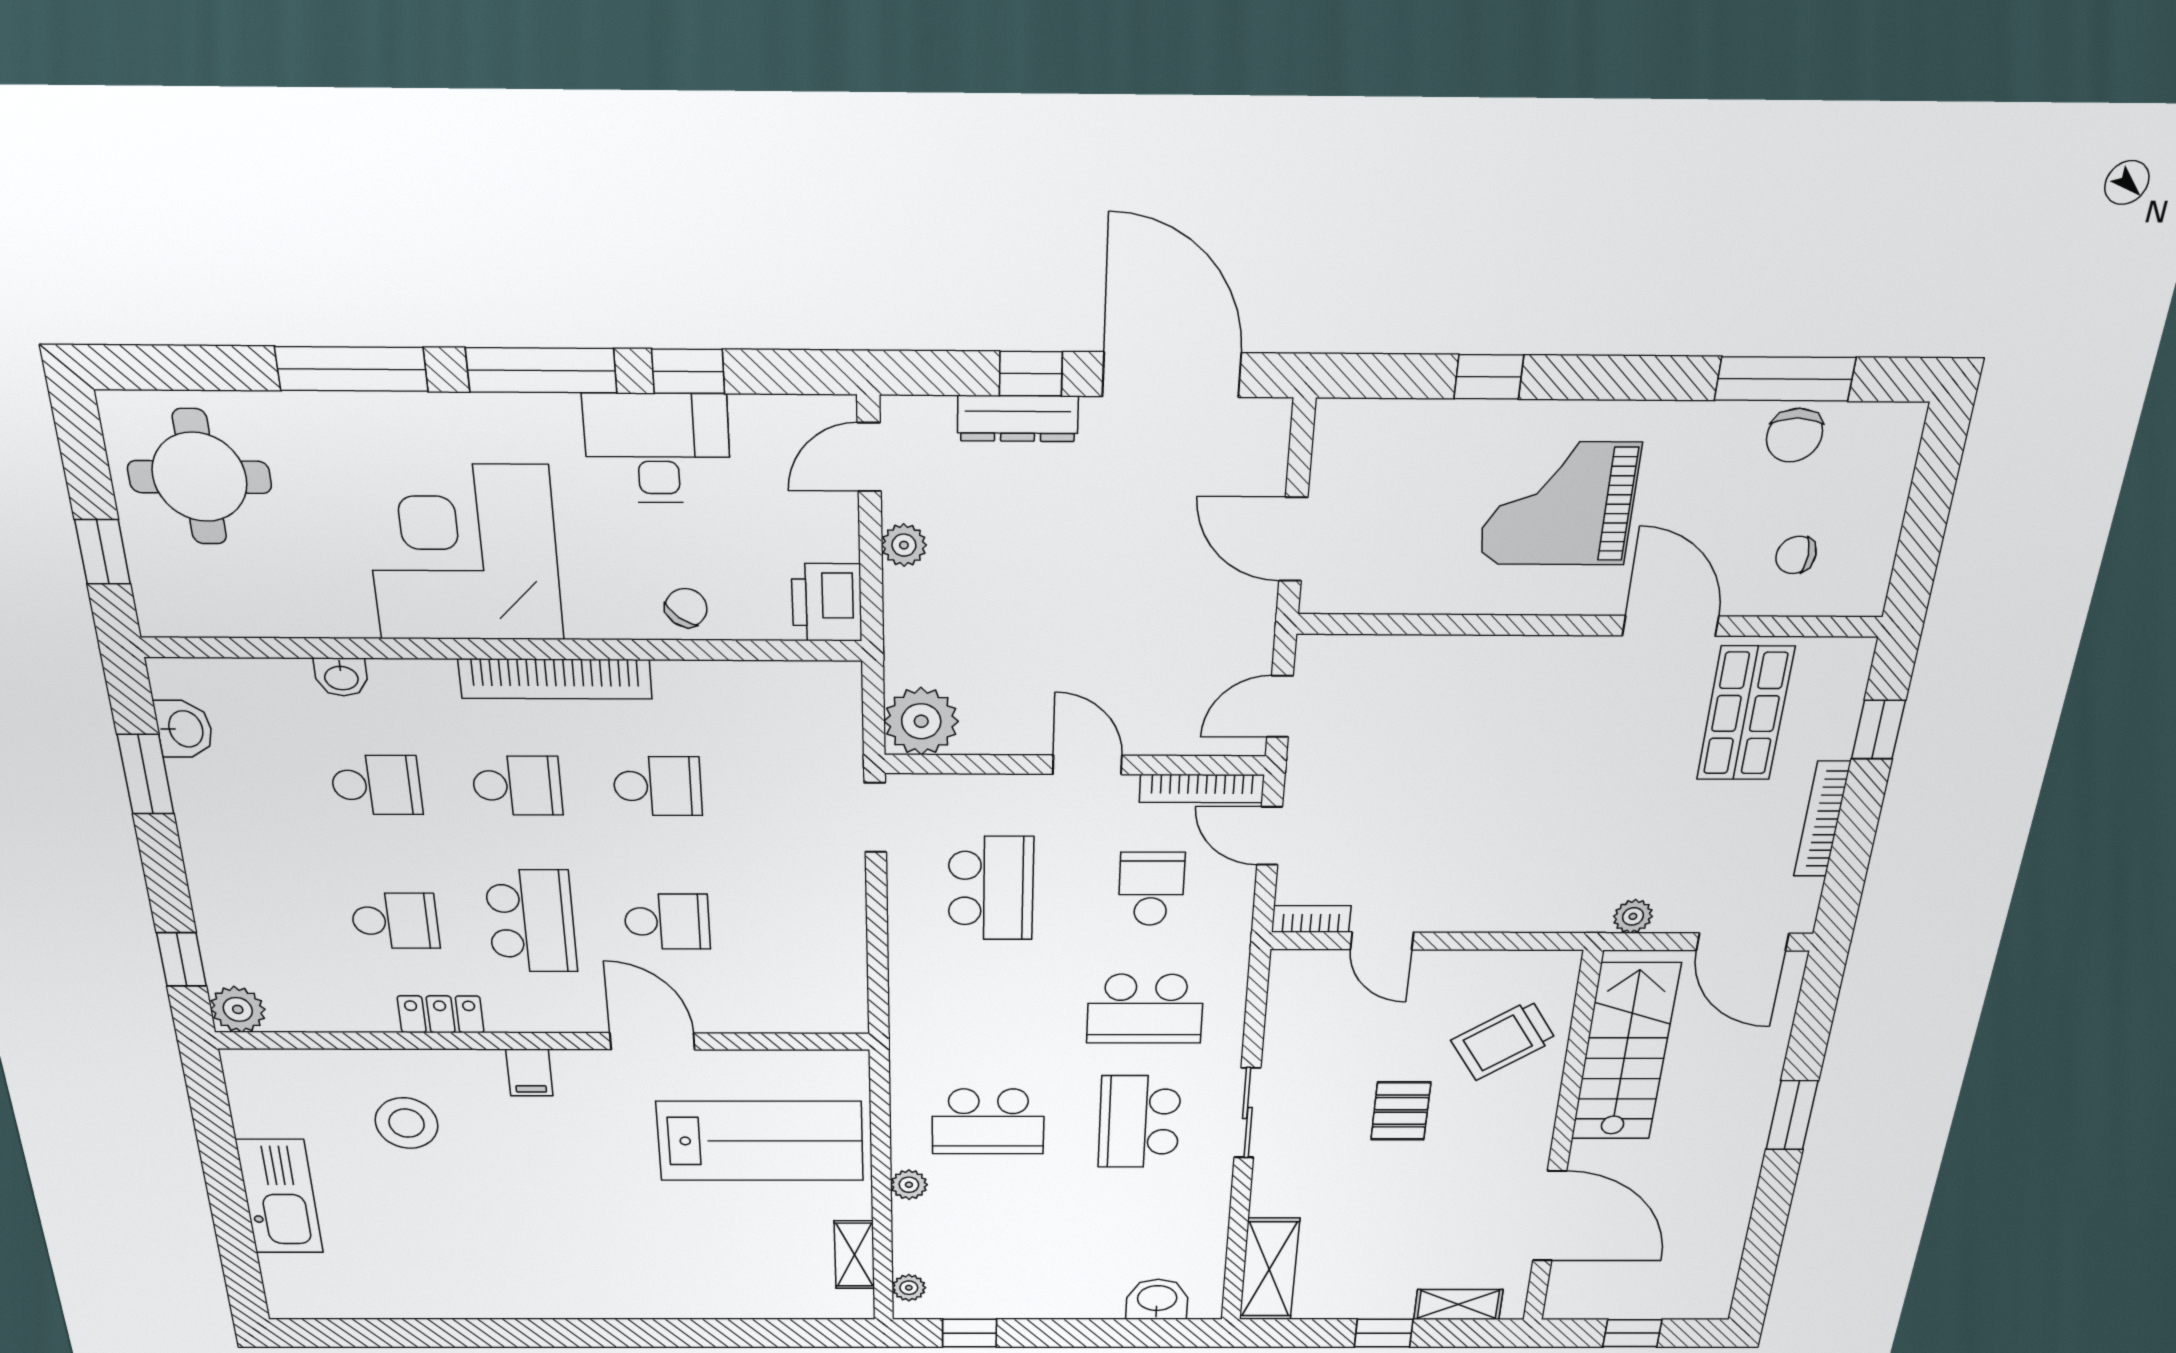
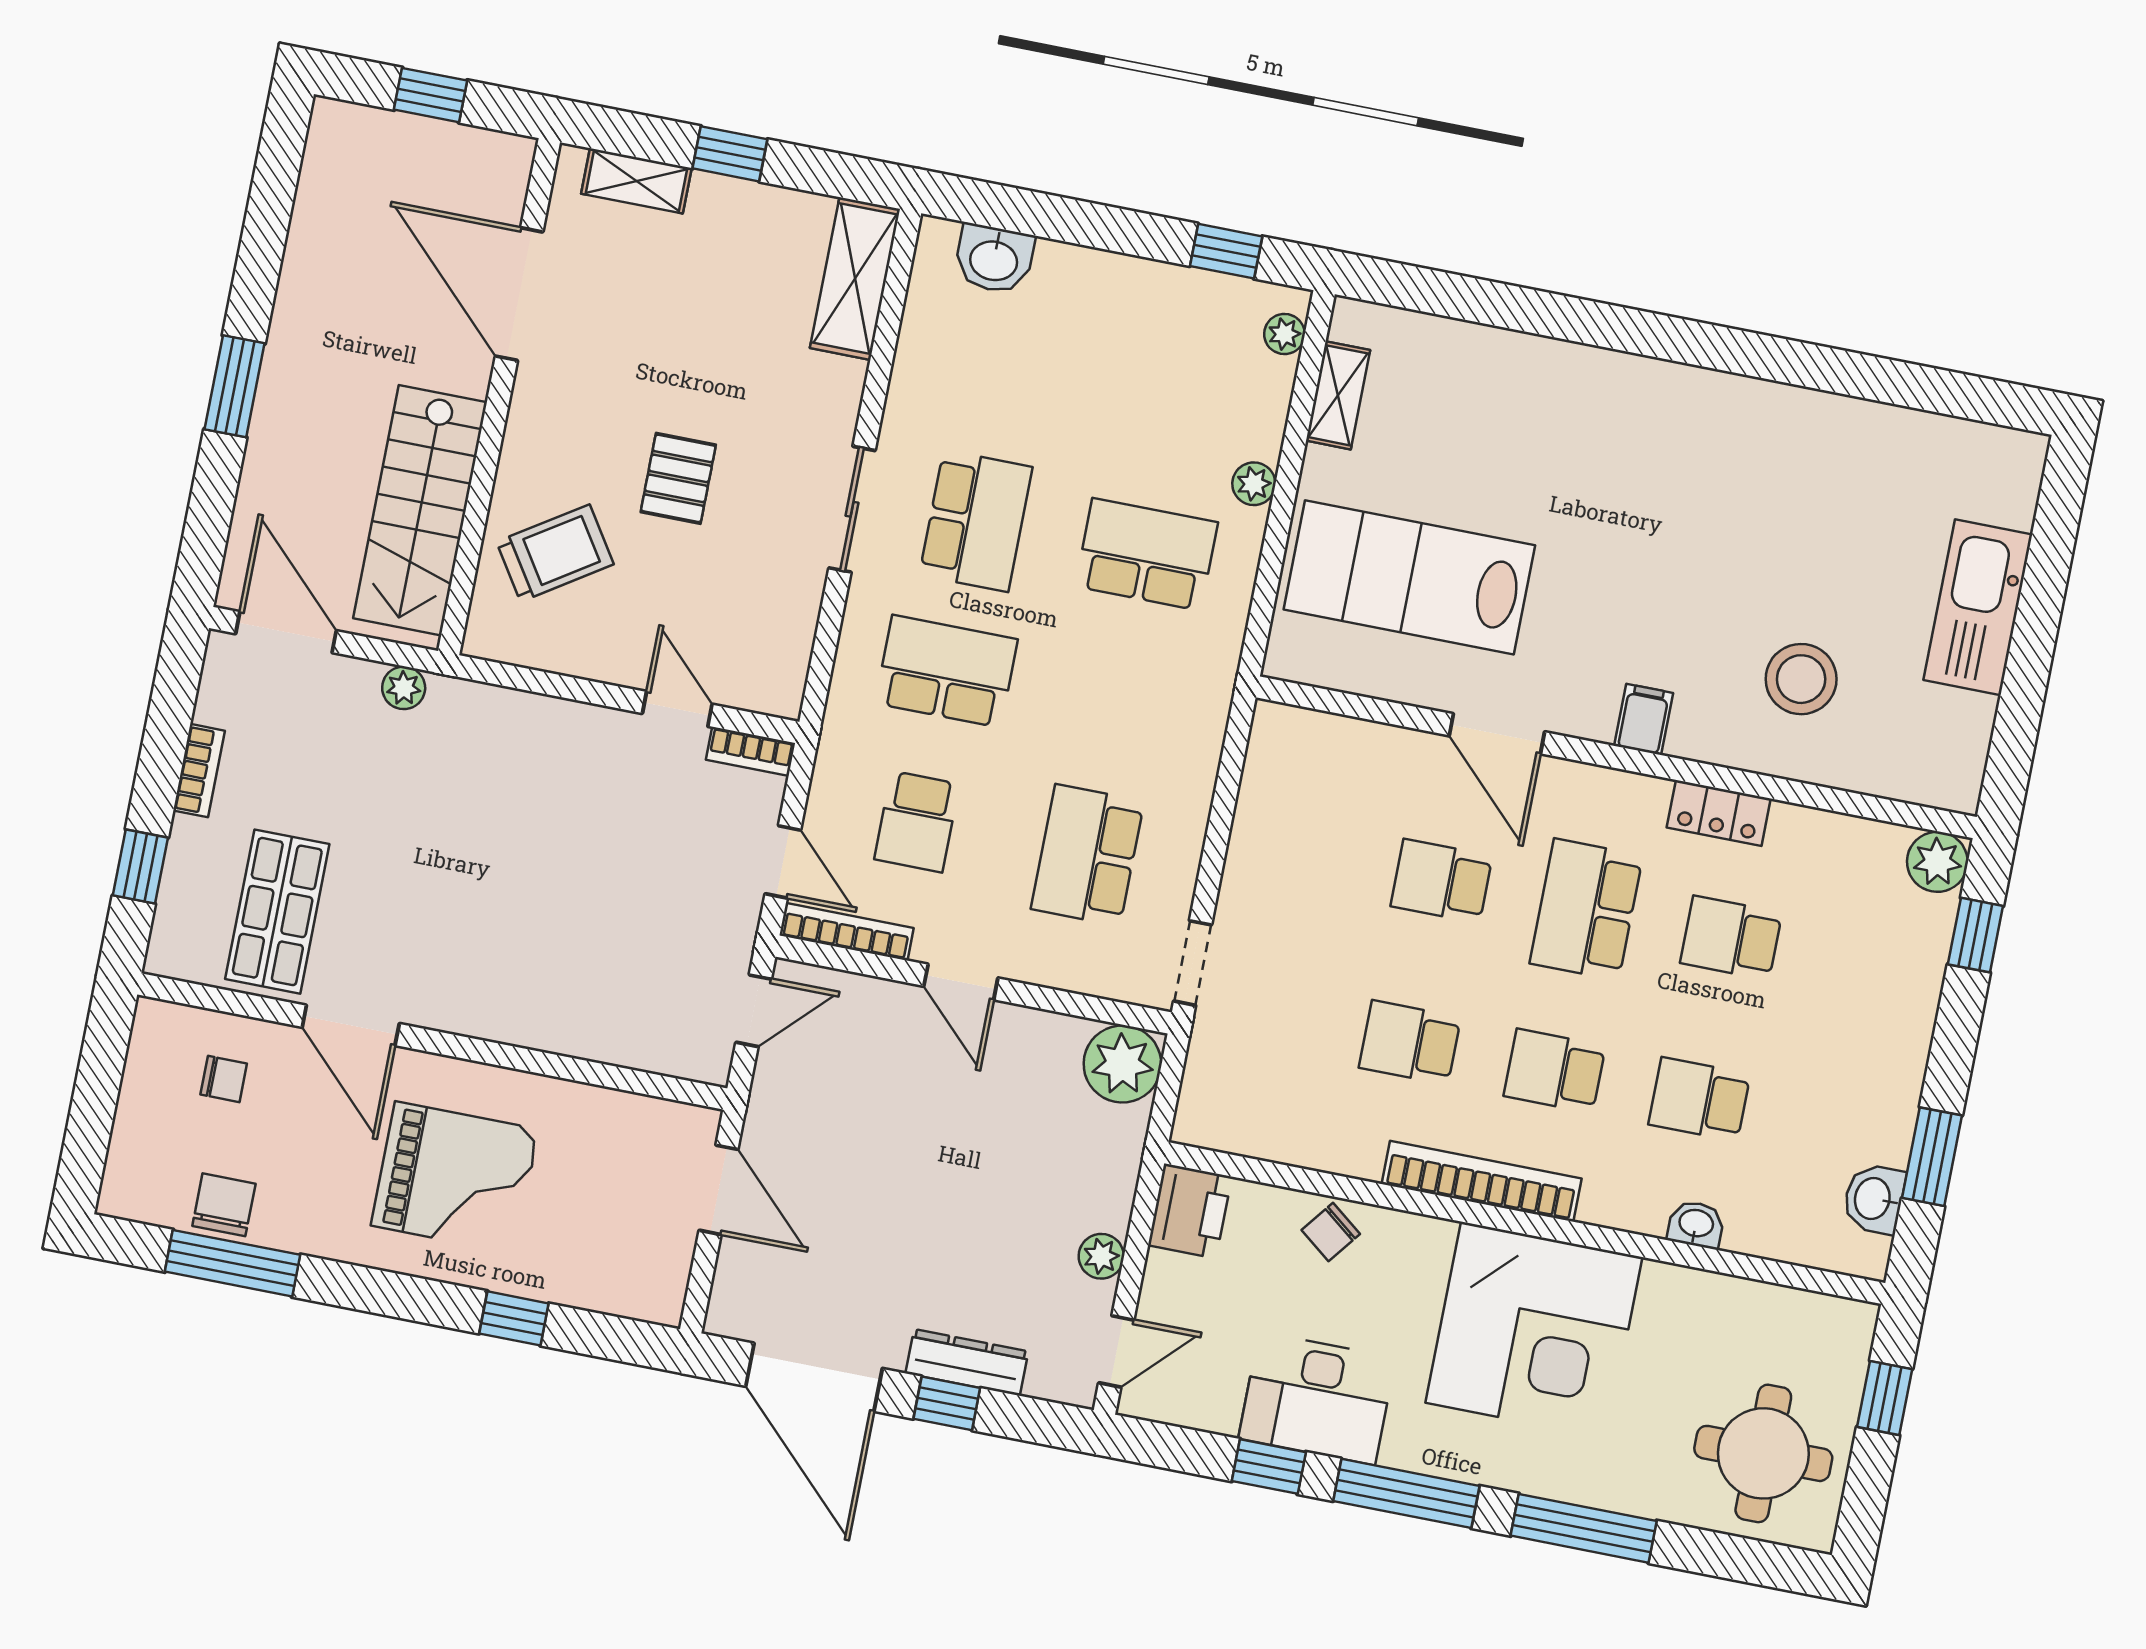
bookcase: (1822, 819) -> (199, 771), width x0.64

